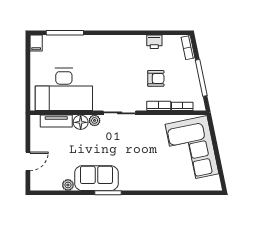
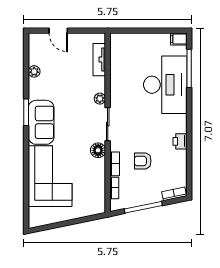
printer: (154, 42) -> (180, 141), moved
armchair: (156, 78) -> (143, 161), turned 90
desk: (64, 89) -> (165, 85), moved, turned 180
floor lamp: (81, 122) -> (98, 150), moved
corner sofa: (192, 149) -> (50, 176), moved, turned 102
sofa: (96, 178) -> (41, 122), moved

